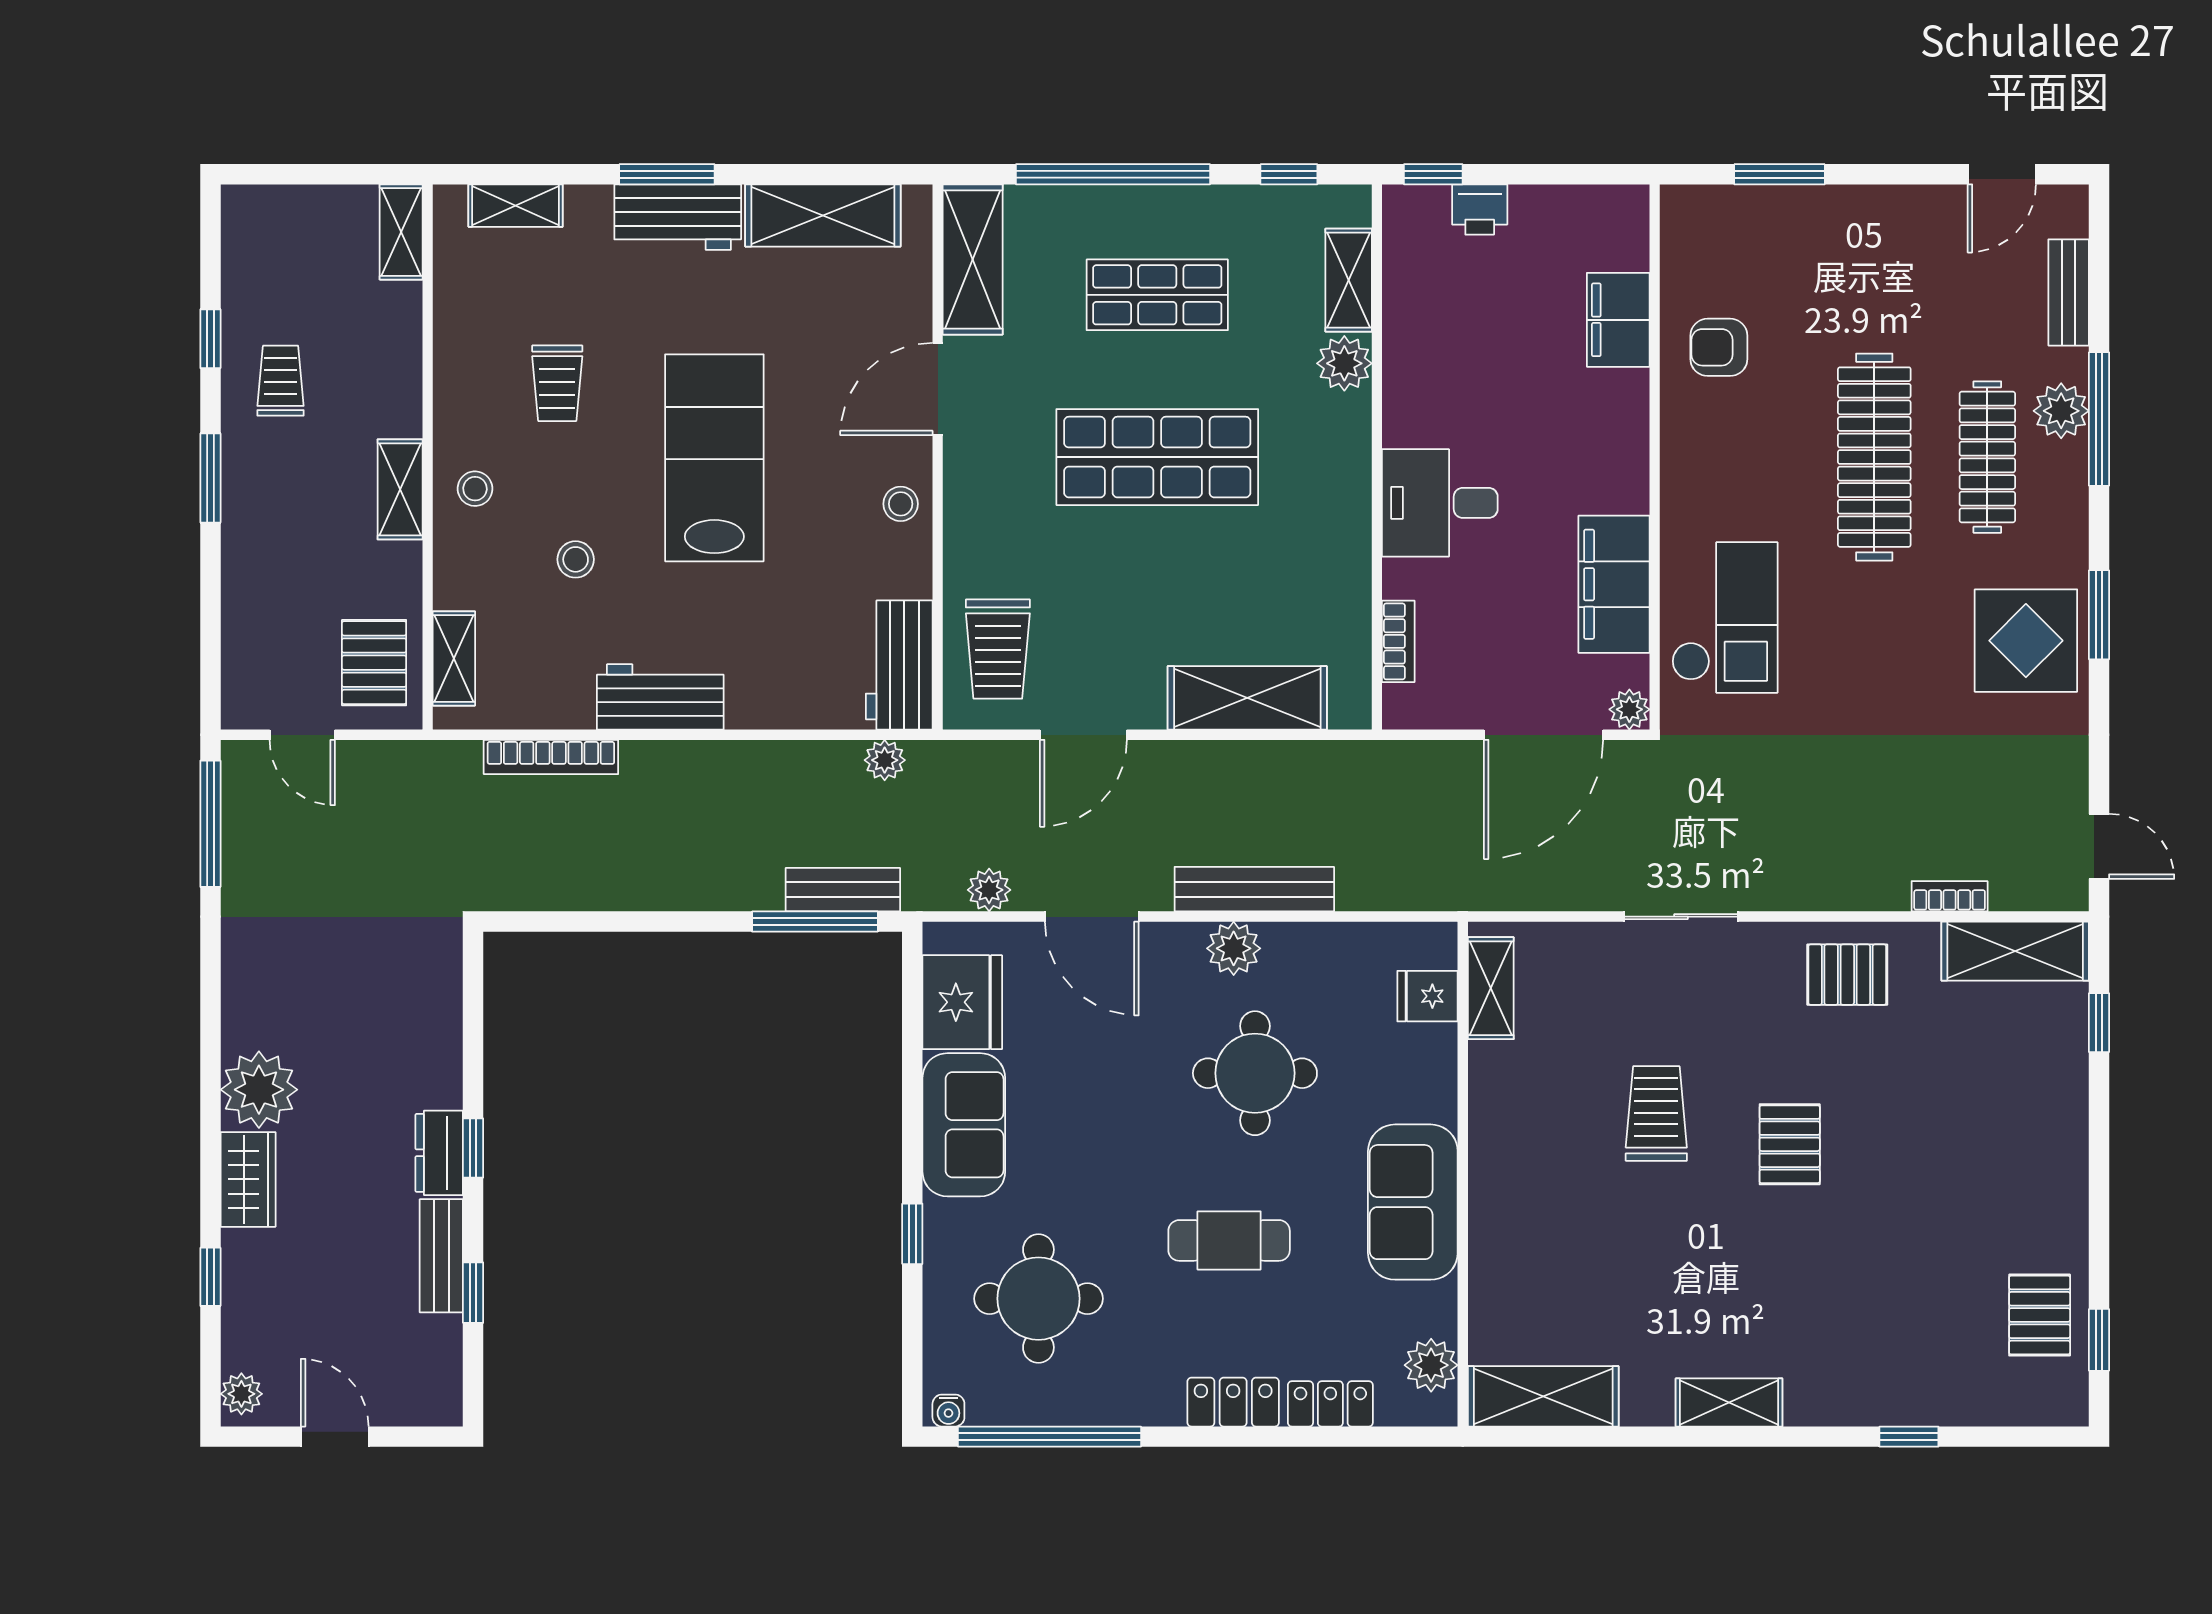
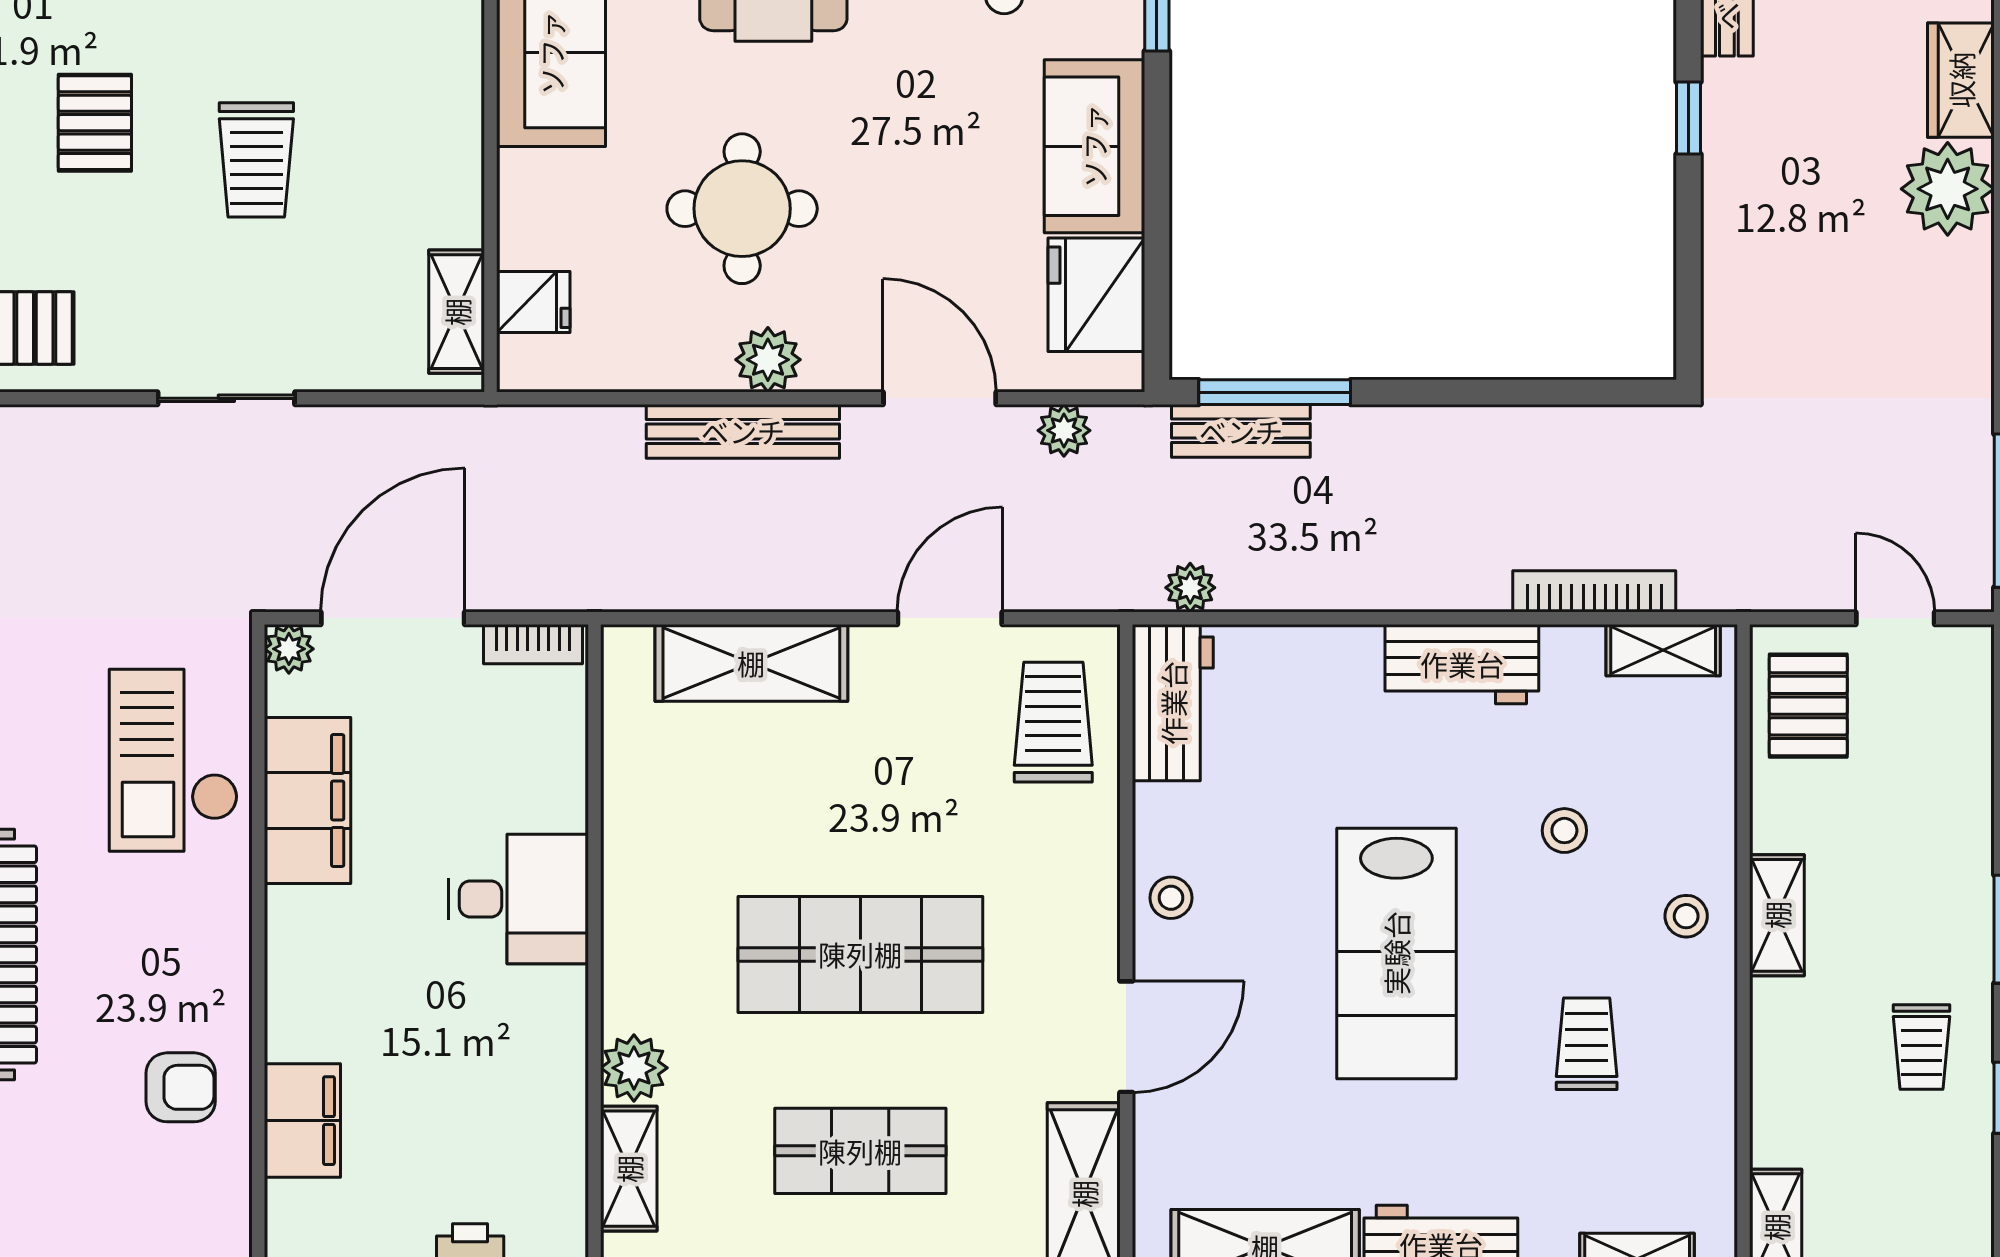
bookcase: (1398, 641) -> (533, 644), moved, turned -90
shelving: (454, 658) -> (1663, 650), moved, turned 90
dresser: (439, 1153) -> (1730, 112), removed

